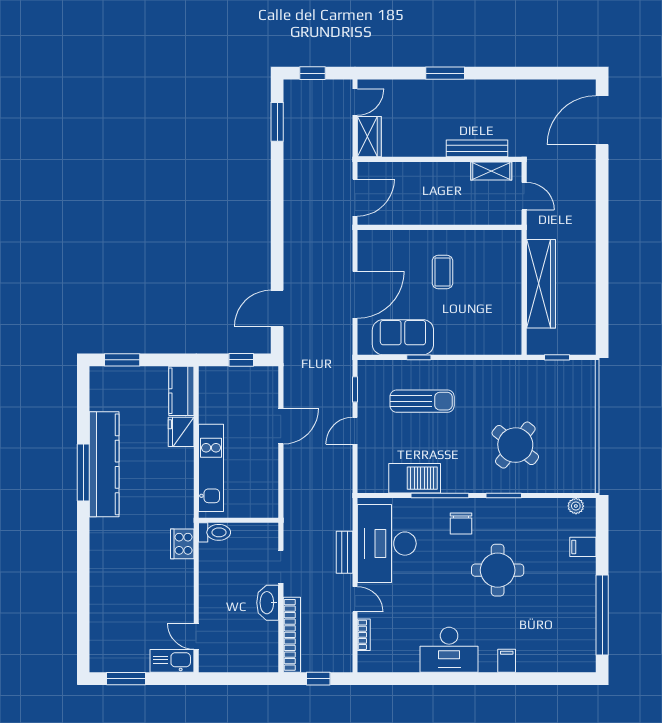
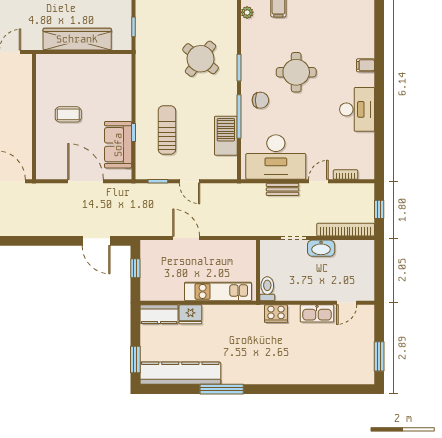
kitchen counter: (104, 464) -> (180, 373), moved
kitchen sink: (172, 661) -> (317, 313), moved, turned -90

